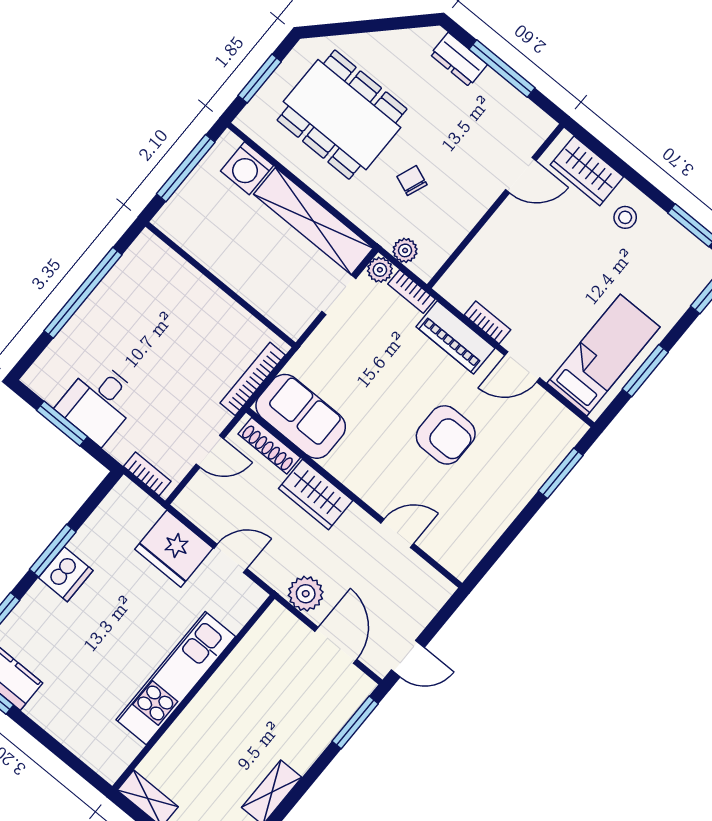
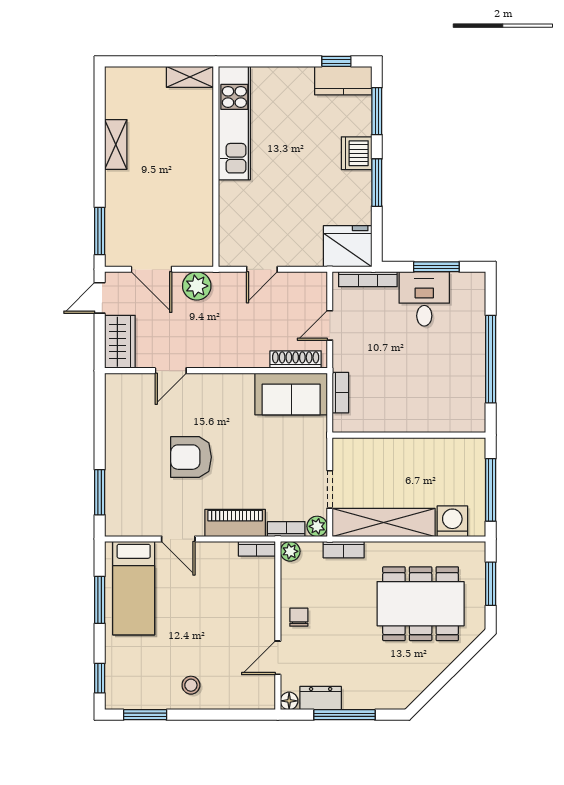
dresser: (459, 60) -> (321, 698), moved
floor lamp: (544, 125) -> (289, 701), added
wardrobe: (587, 171) -> (239, 695), removed
chair: (412, 181) -> (299, 617), moved, turned -111
bookcase: (373, 227) -> (344, 550), added
plant: (405, 250) -> (290, 551), moved
bookcase: (487, 322) -> (257, 549), moved
door: (522, 367) -> (178, 539), swing flipped
bookcase: (253, 379) -> (340, 393), width x0.64
bookcase: (147, 474) -> (368, 279), width x1.56
wardrobe: (316, 495) -> (120, 342), moved, turned 90
fridge: (174, 549) -> (348, 246), moved
dishwasher: (66, 574) -> (357, 153), moved
kitchen unit: (176, 678) -> (234, 123), moved

